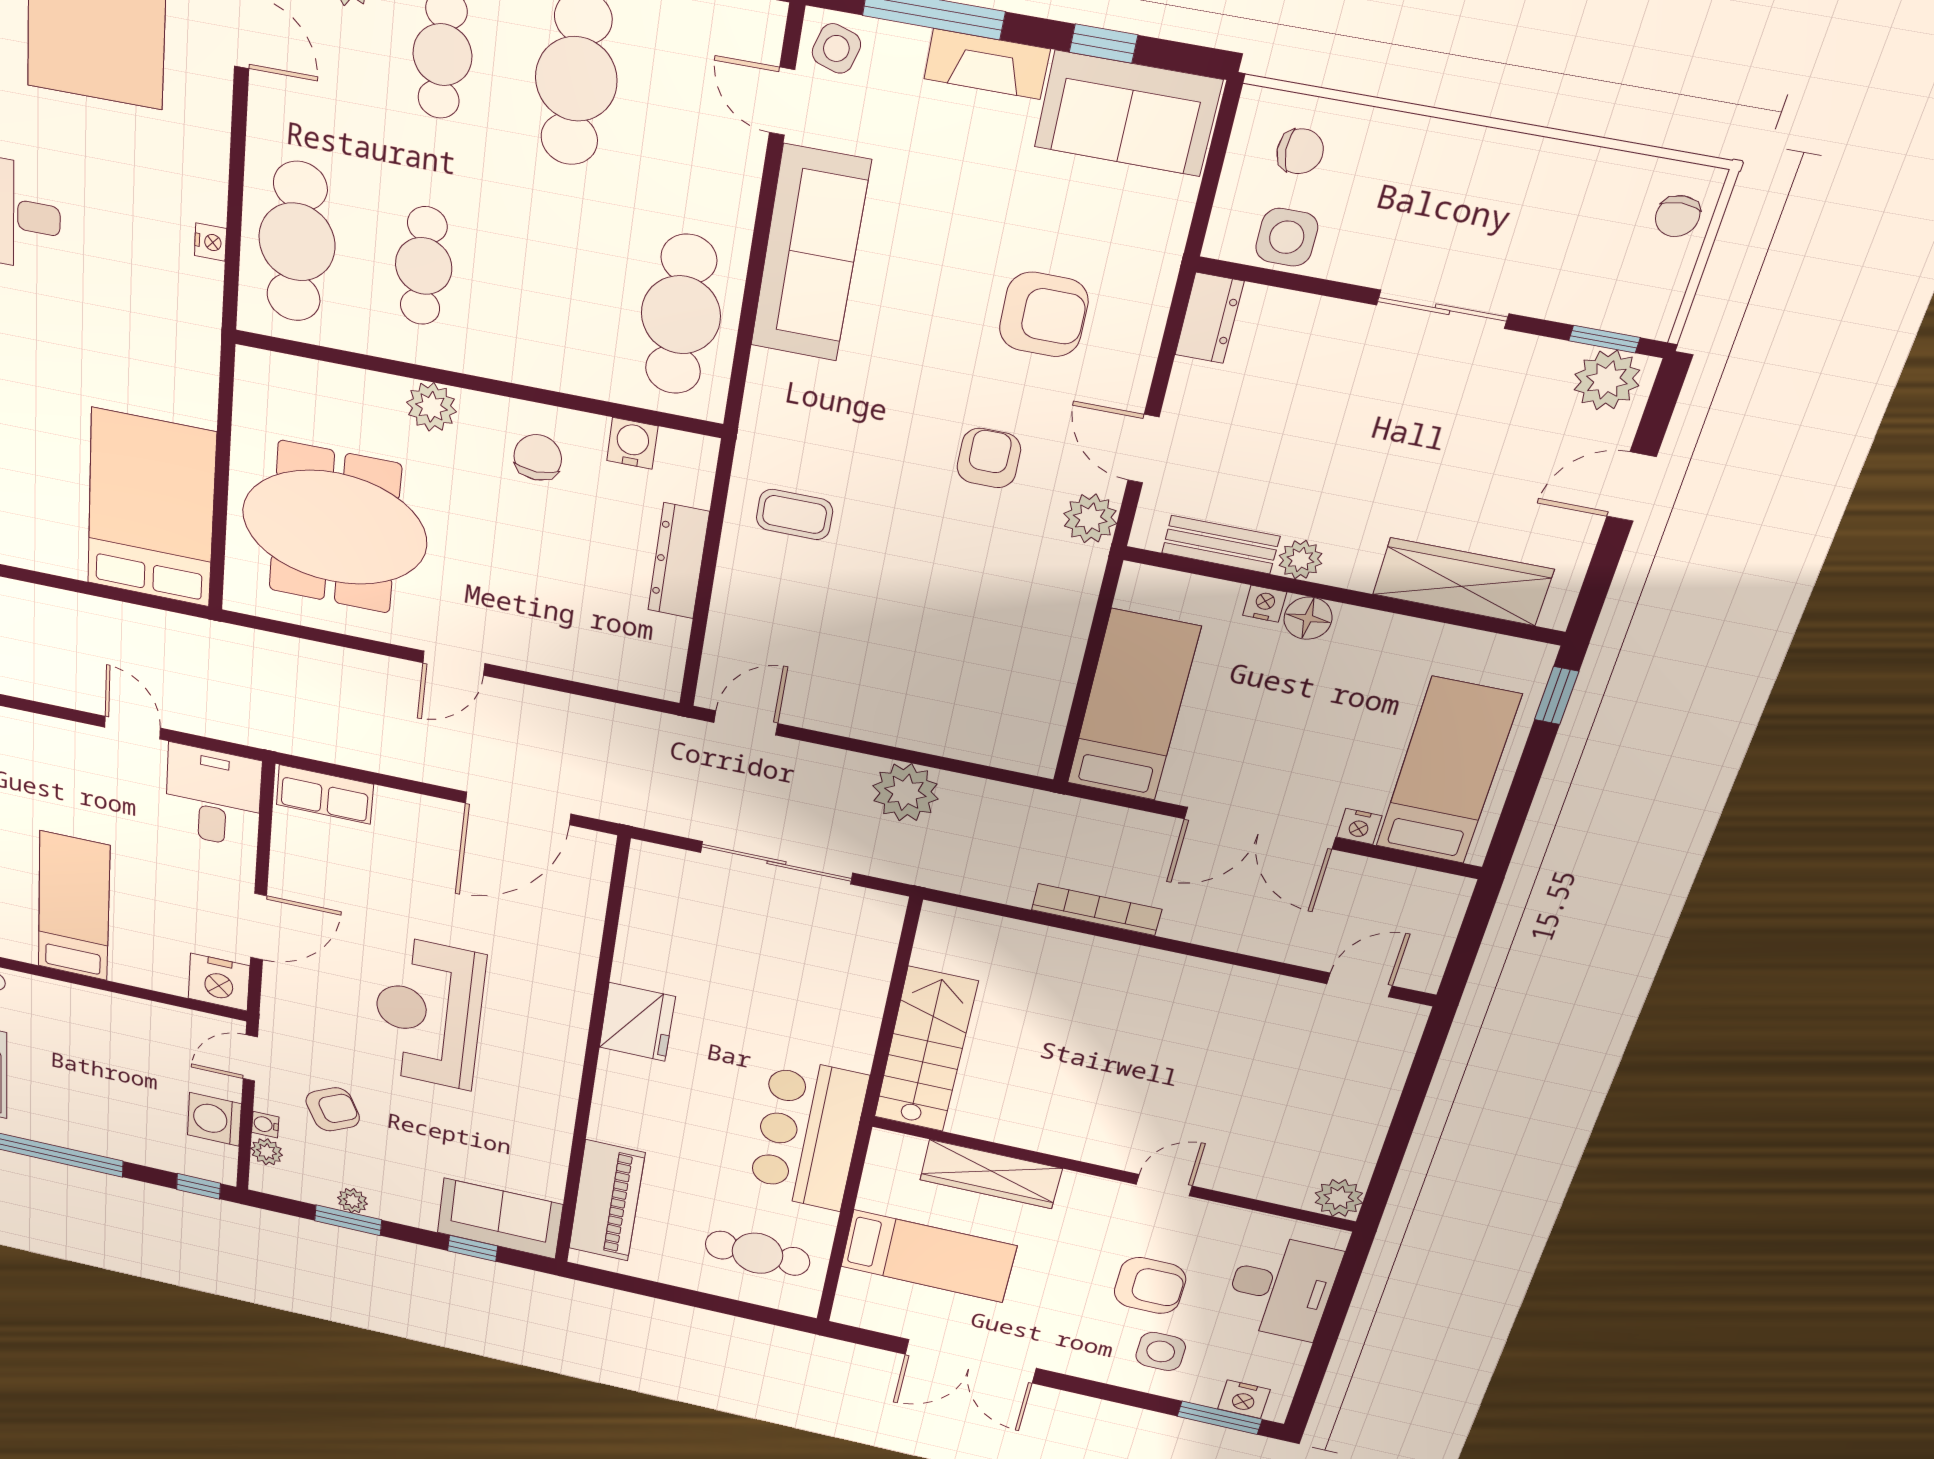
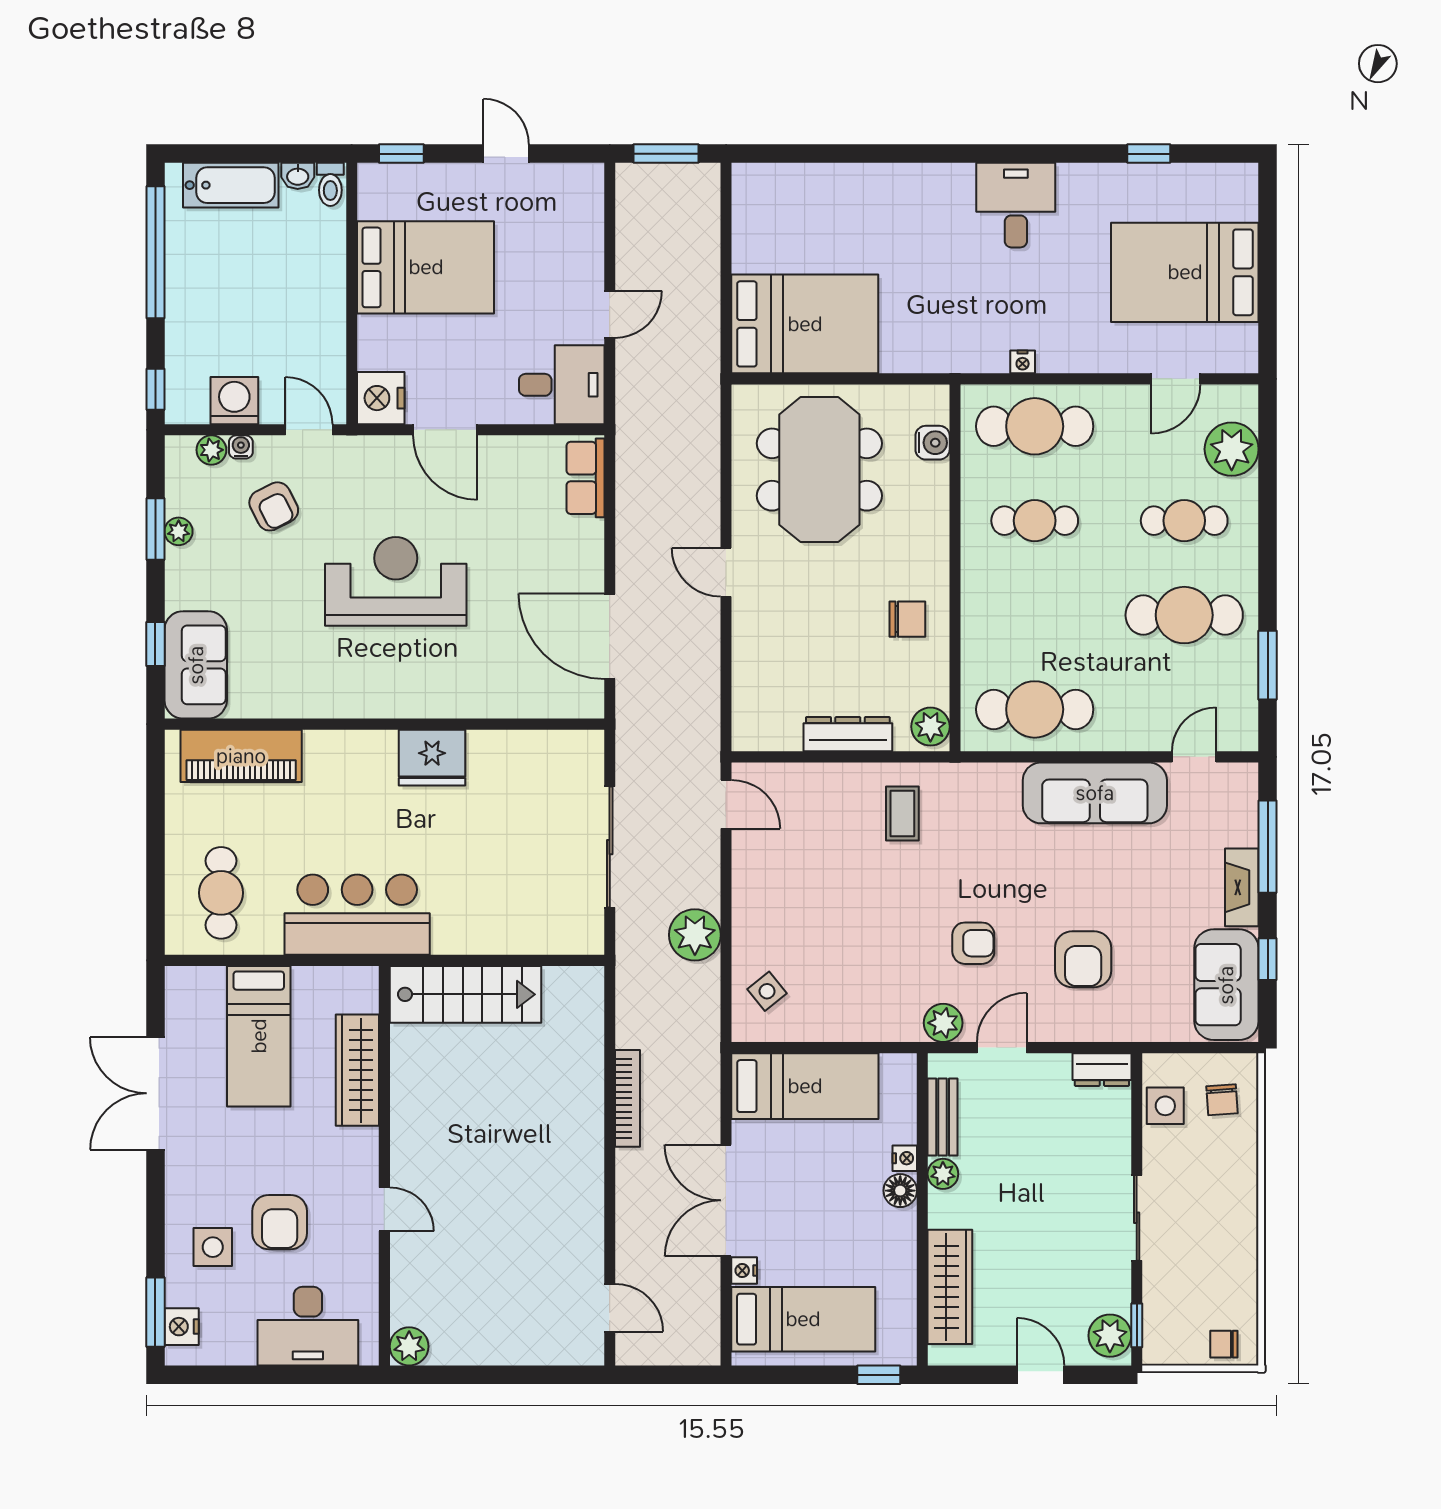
side table: (836, 48) -> (767, 991), moved, turned 34
plant: (431, 407) -> (930, 727), moved
water cooler: (632, 443) -> (933, 443), moved
bed: (74, 906) -> (426, 267), width x1.50

